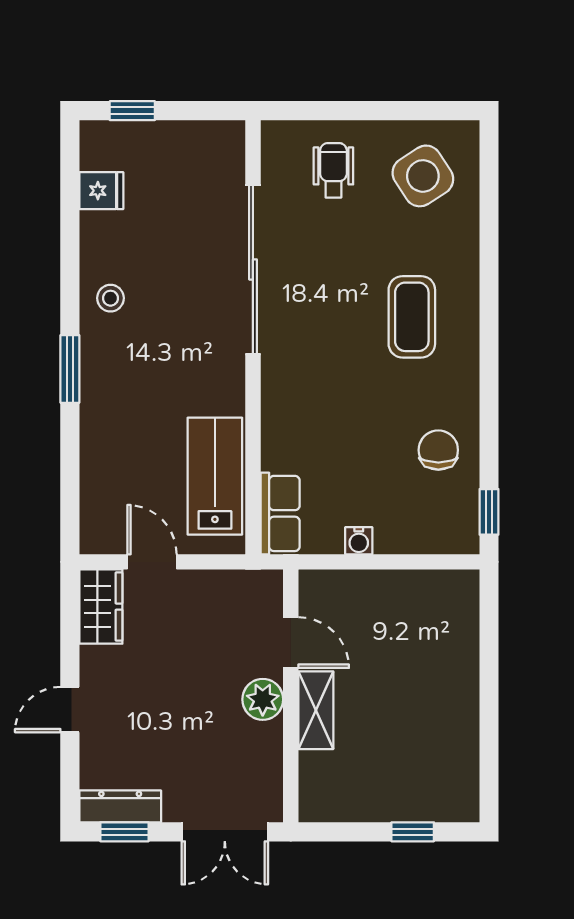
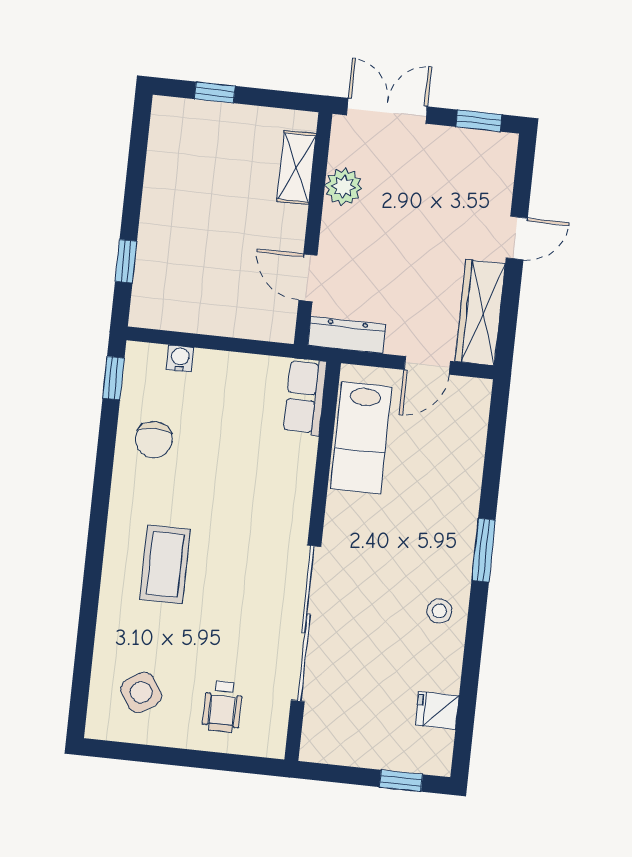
side table: (423, 176) -> (141, 692), width x0.73, depth x0.73
water cooler: (359, 541) -> (180, 359), moved
door: (152, 562) -> (427, 365), hinge flipped
wardrobe: (101, 607) -> (480, 312), width x1.50
window: (489, 639) -> (126, 261), added
plant: (263, 699) -> (344, 187), moved
shelving: (316, 710) -> (296, 167), moved
dresser: (120, 806) -> (347, 335), moved, turned 180

